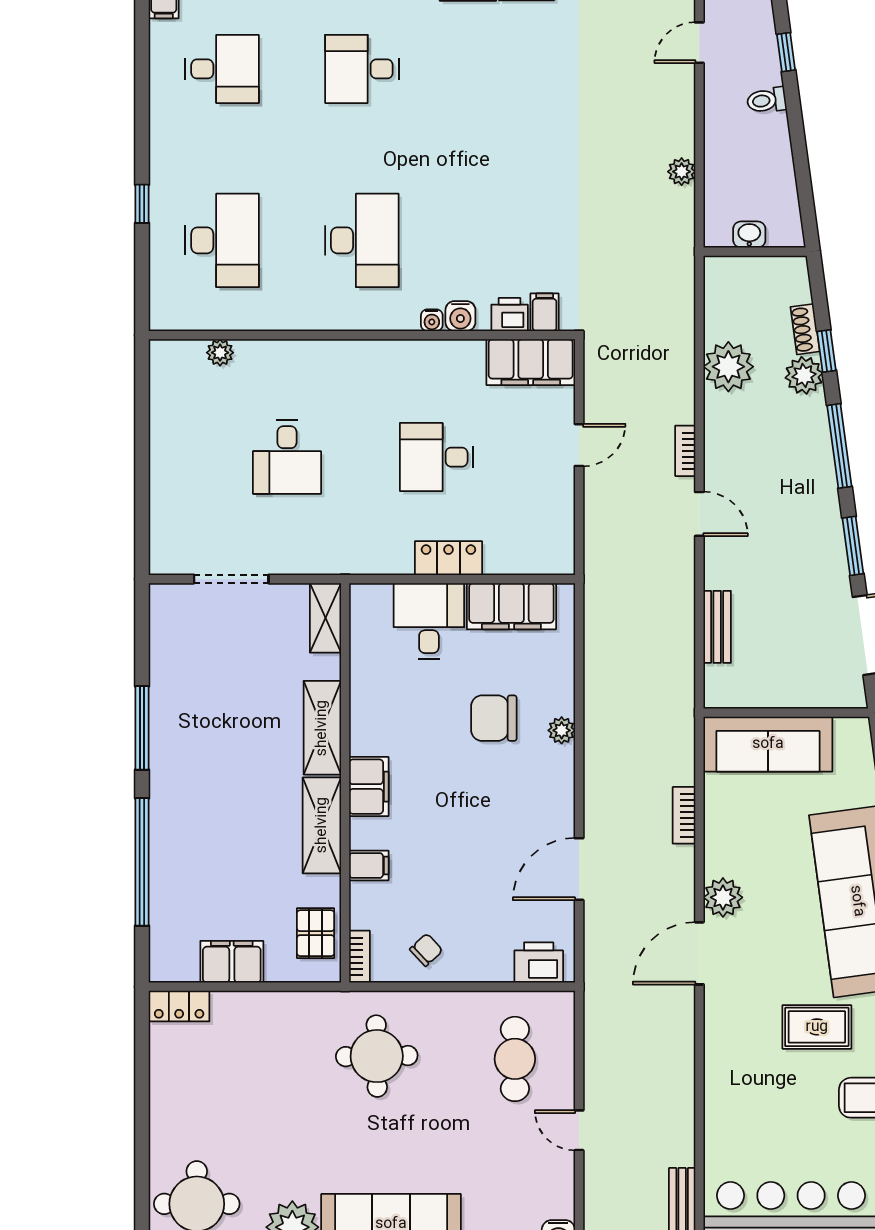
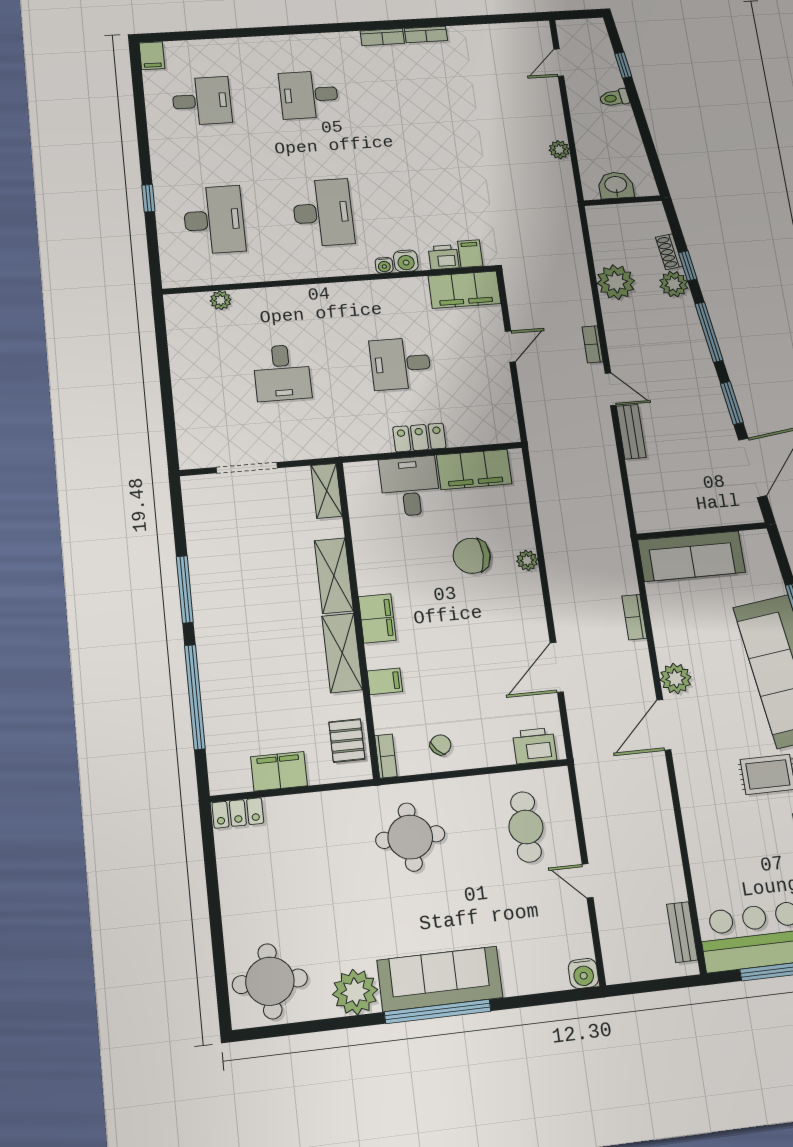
washbasin: (749, 234) -> (616, 185), width x1.38, depth x1.45
bench: (717, 627) -> (631, 432), moved

